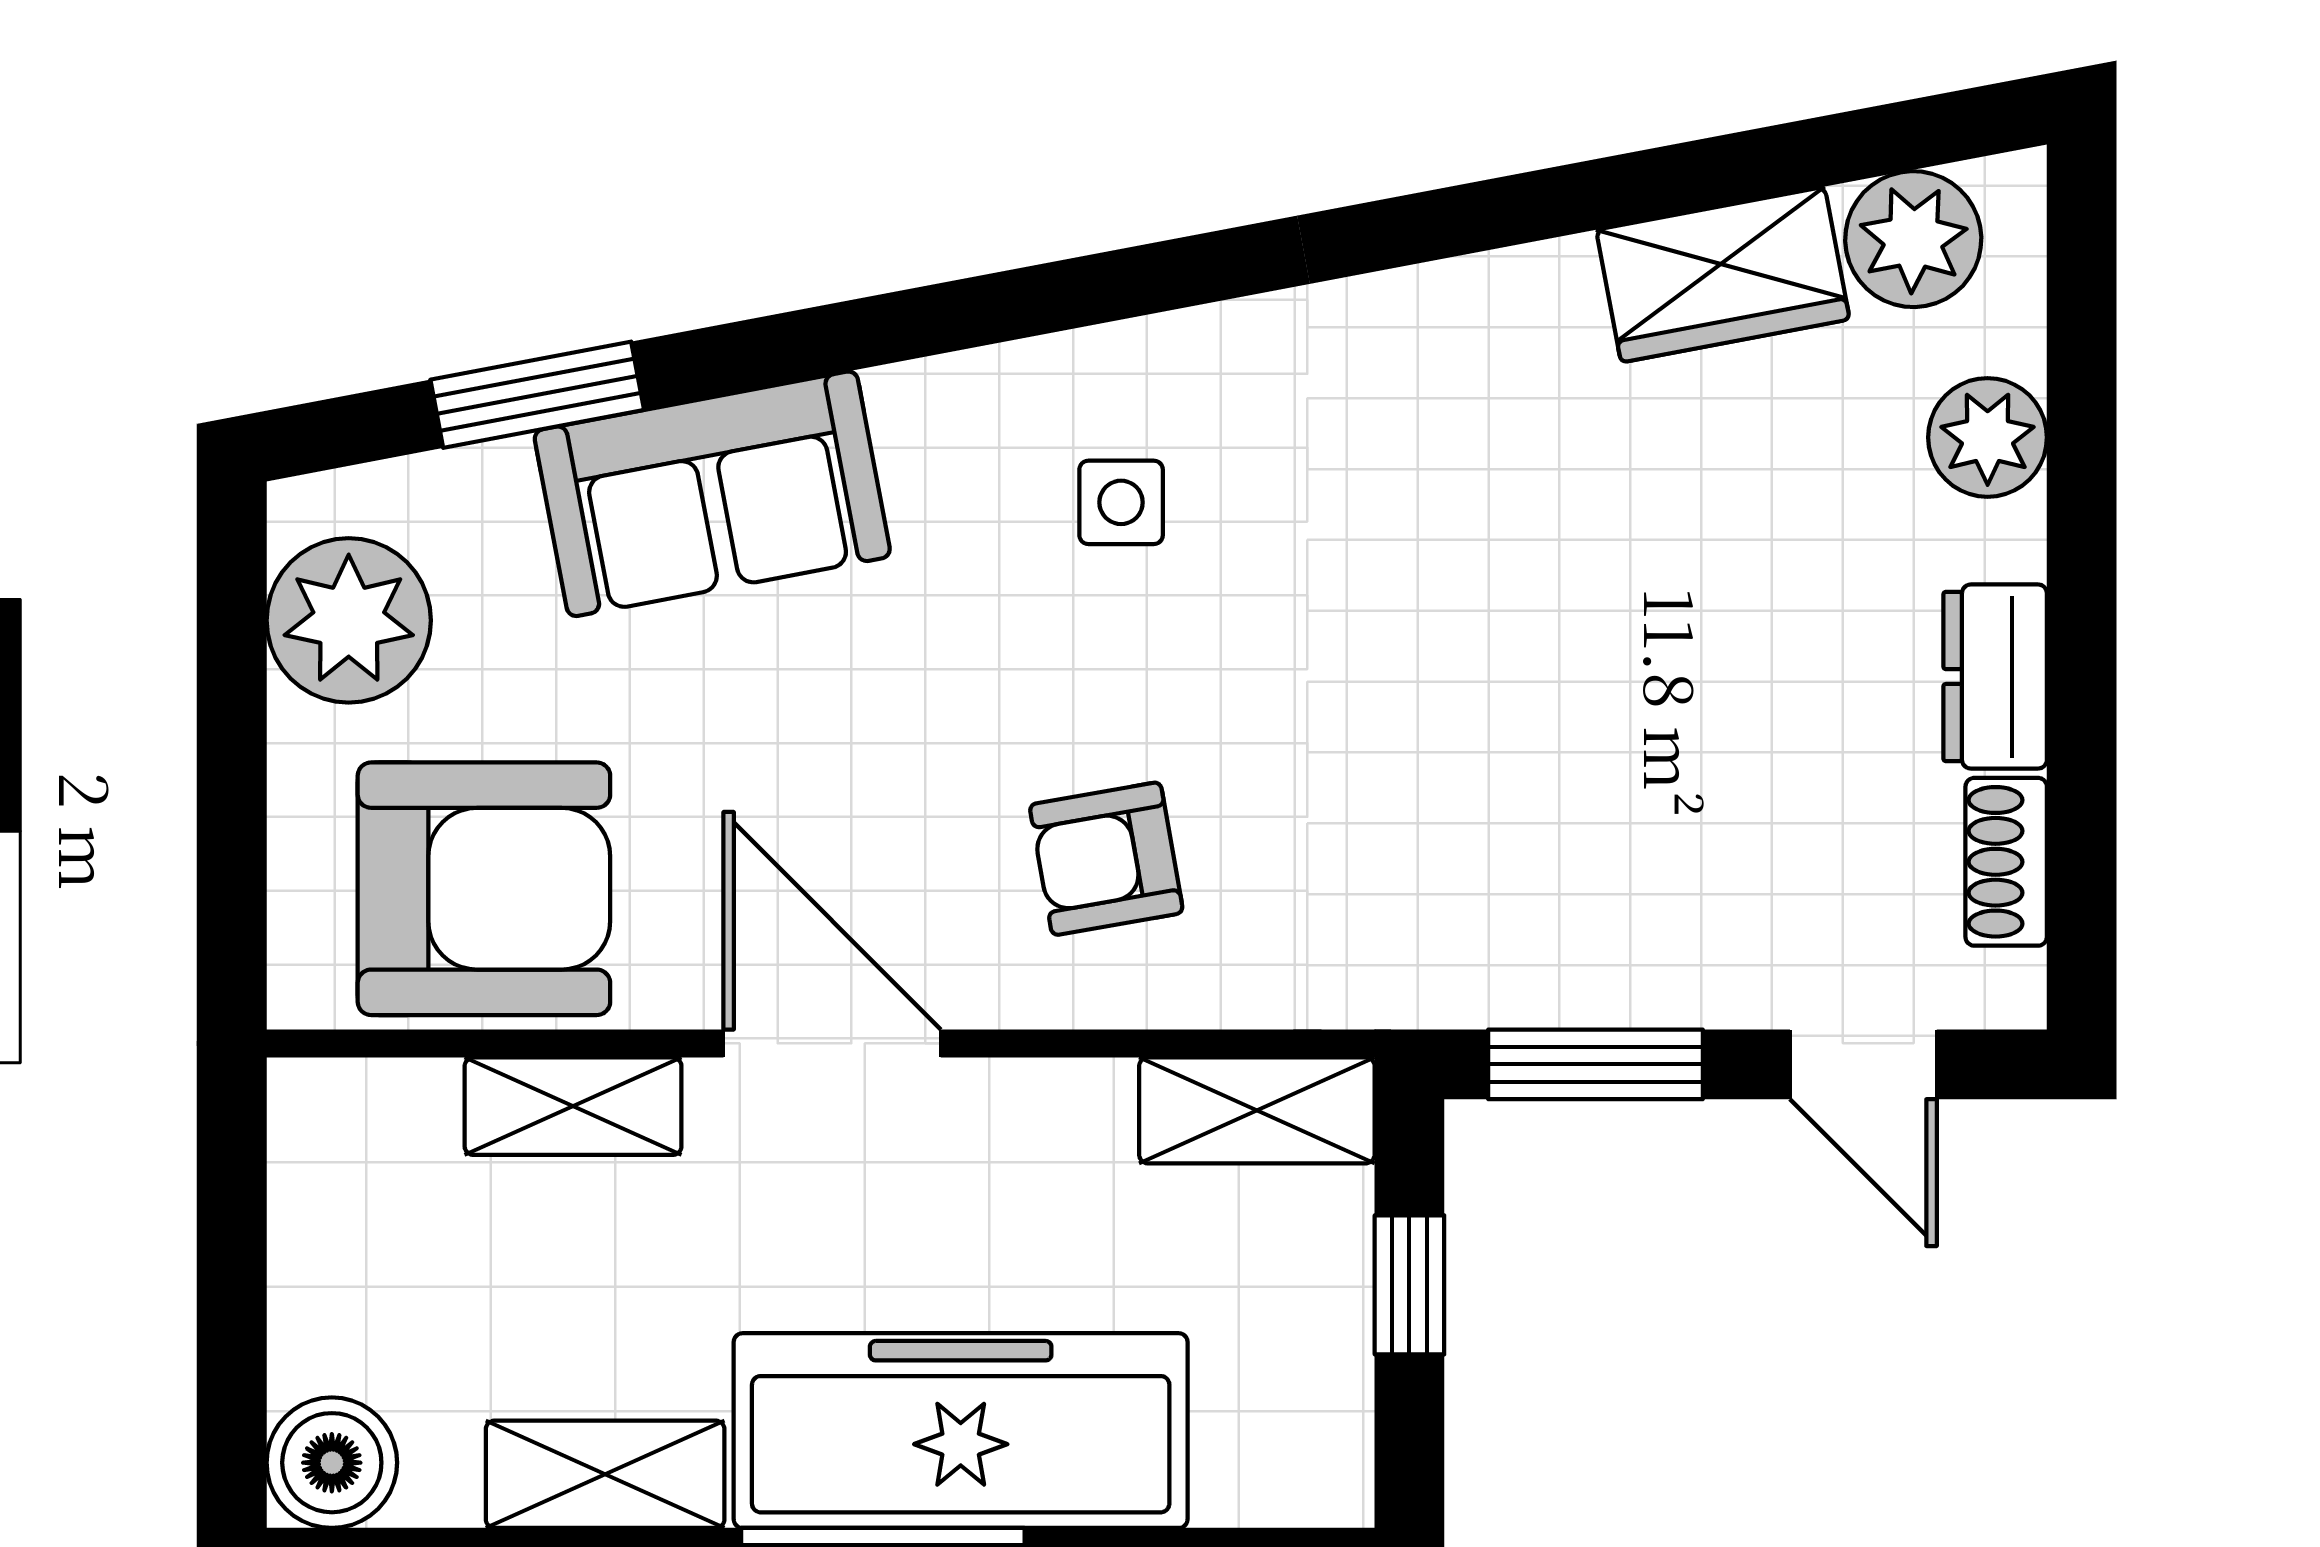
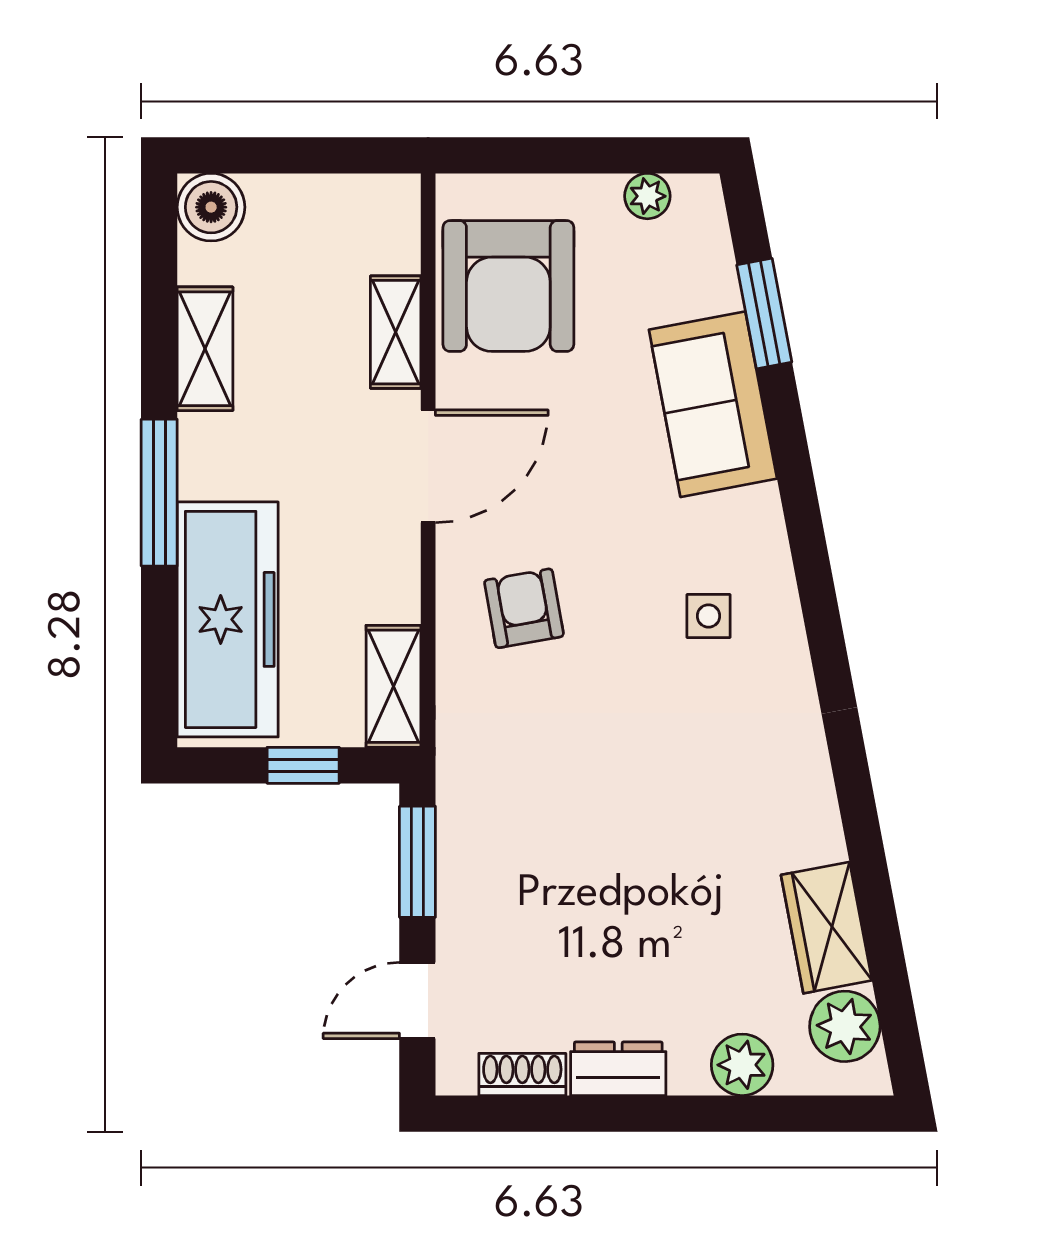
plant: (349, 620) -> (647, 196), width x0.53, depth x0.53
freezer: (961, 1431) -> (228, 619), moved

